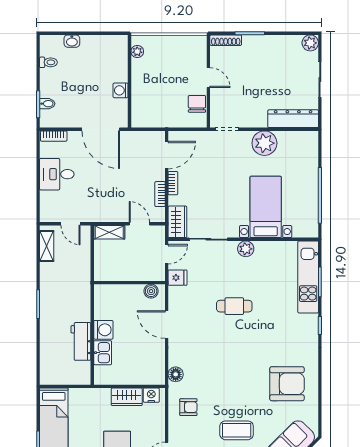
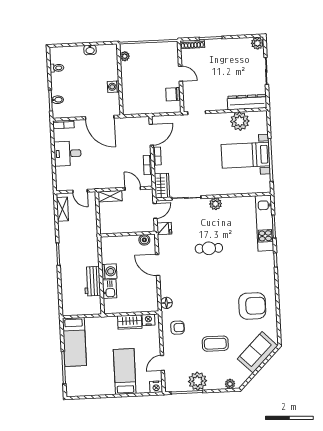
washbasin: (72, 41) -> (90, 50), moved
chair: (197, 104) -> (173, 94), turned -90
plant: (264, 143) -> (240, 121), moved
bed with nightstands: (266, 207) -> (245, 155), moved, turned -90

